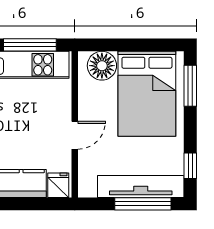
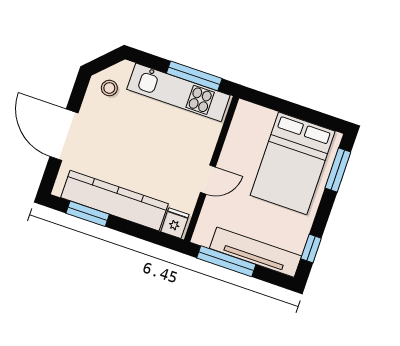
floor lamp: (102, 66) -> (258, 121), removed
window: (143, 204) -> (226, 261), moved

